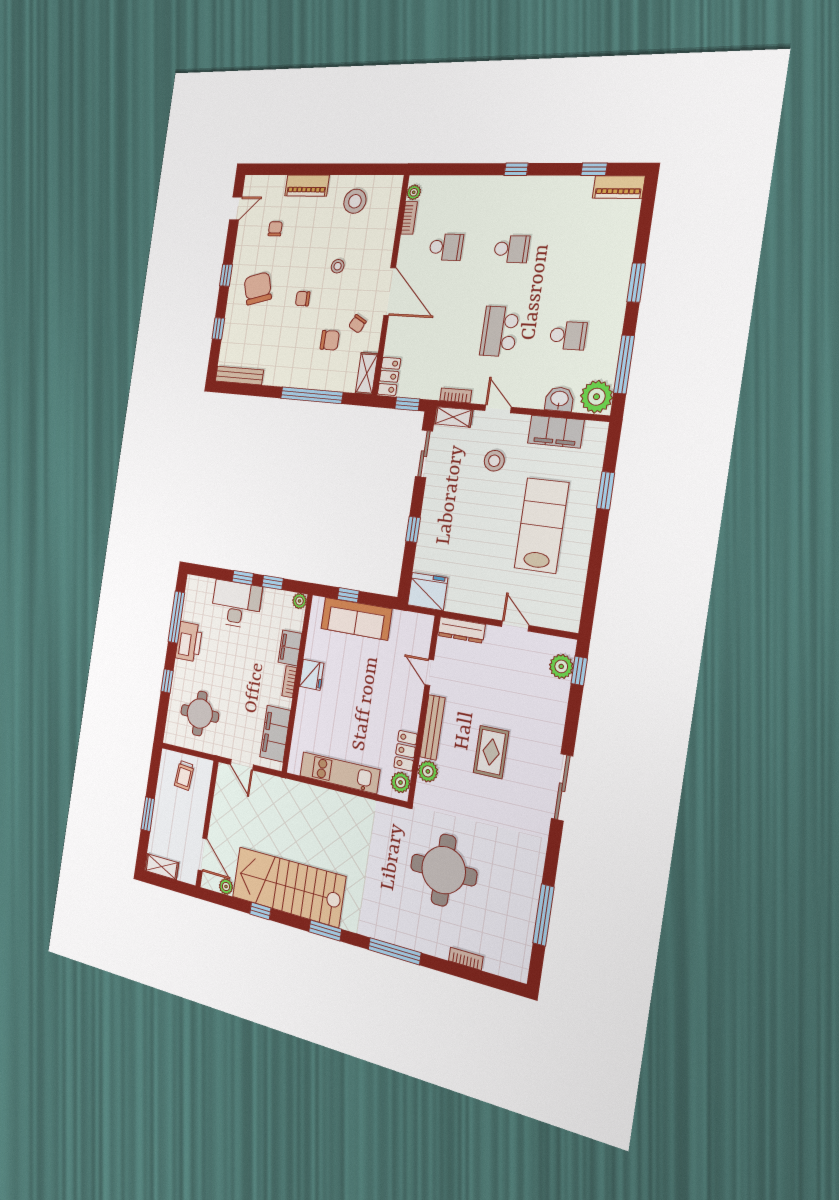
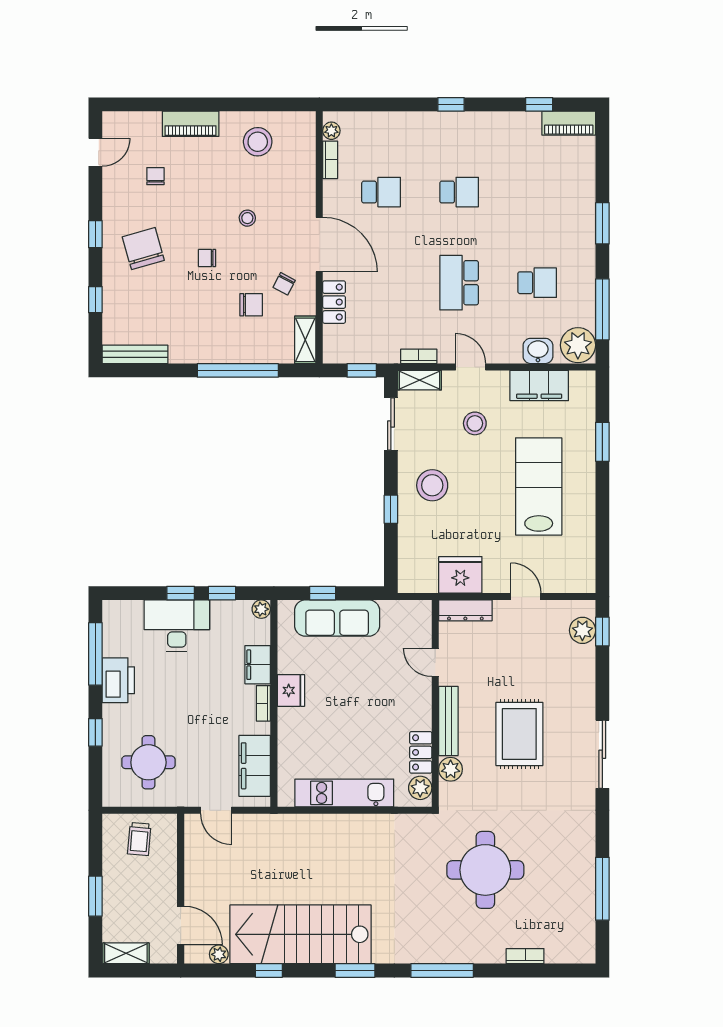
locker: (389, 376) -> (334, 302), moved
stool: (450, 513) -> (432, 485), added
fridge: (428, 591) -> (460, 575), moved
rug: (491, 752) -> (519, 734), width x1.36, depth x1.43

